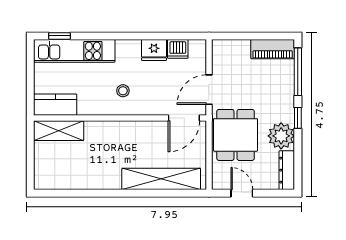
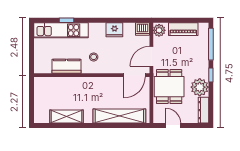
window: (59, 36) -> (67, 20), moved
dishwasher: (178, 49) -> (143, 29), moved
piano: (273, 49) -> (183, 29), moved
plant: (221, 51) -> (159, 30), added
kitchen counter: (55, 105) -> (67, 66), moved
shelving: (59, 131) -> (66, 117), moved

